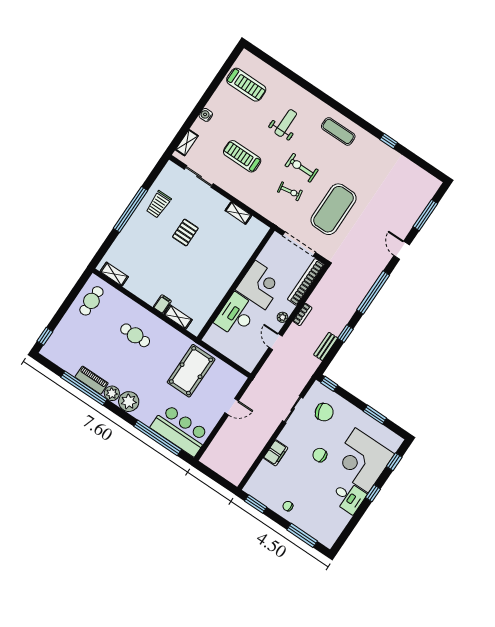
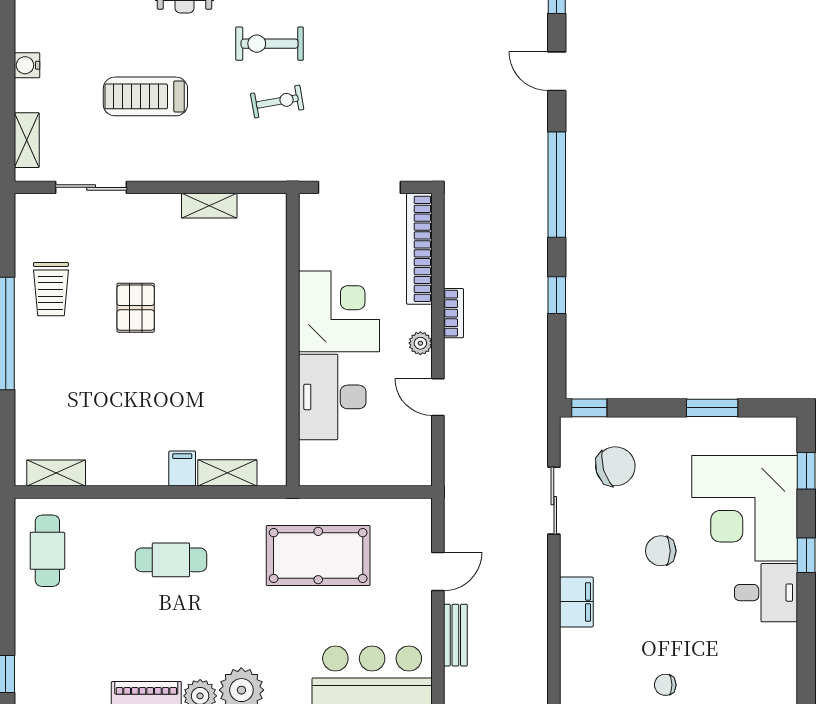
exercise mat: (333, 209) -> (380, 80), removed
bench: (326, 346) -> (455, 635), moved
pool table: (191, 371) -> (318, 556), turned 90

